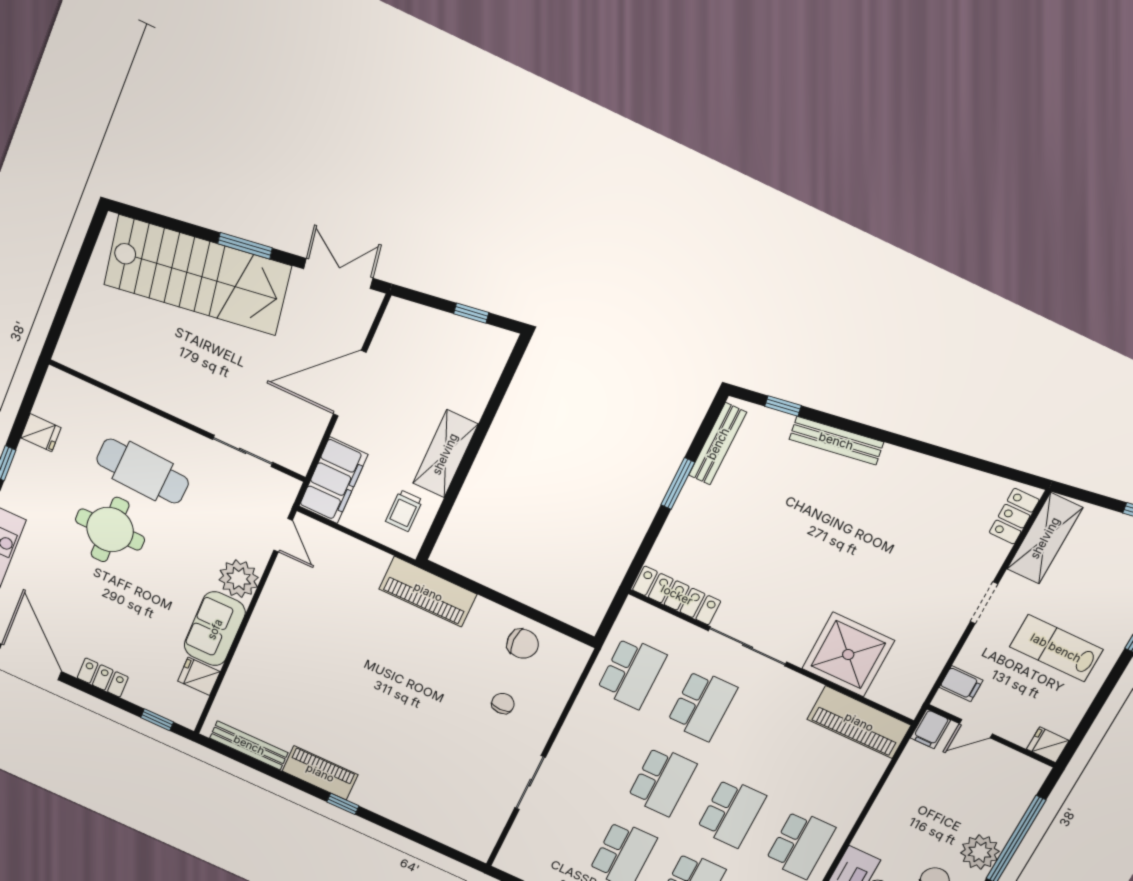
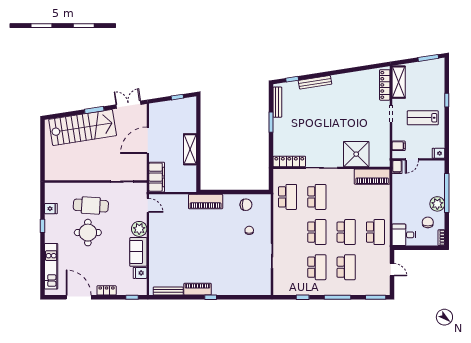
trolley: (404, 511) -> (185, 176), removed
locker: (1014, 516) -> (385, 85), width x1.53

